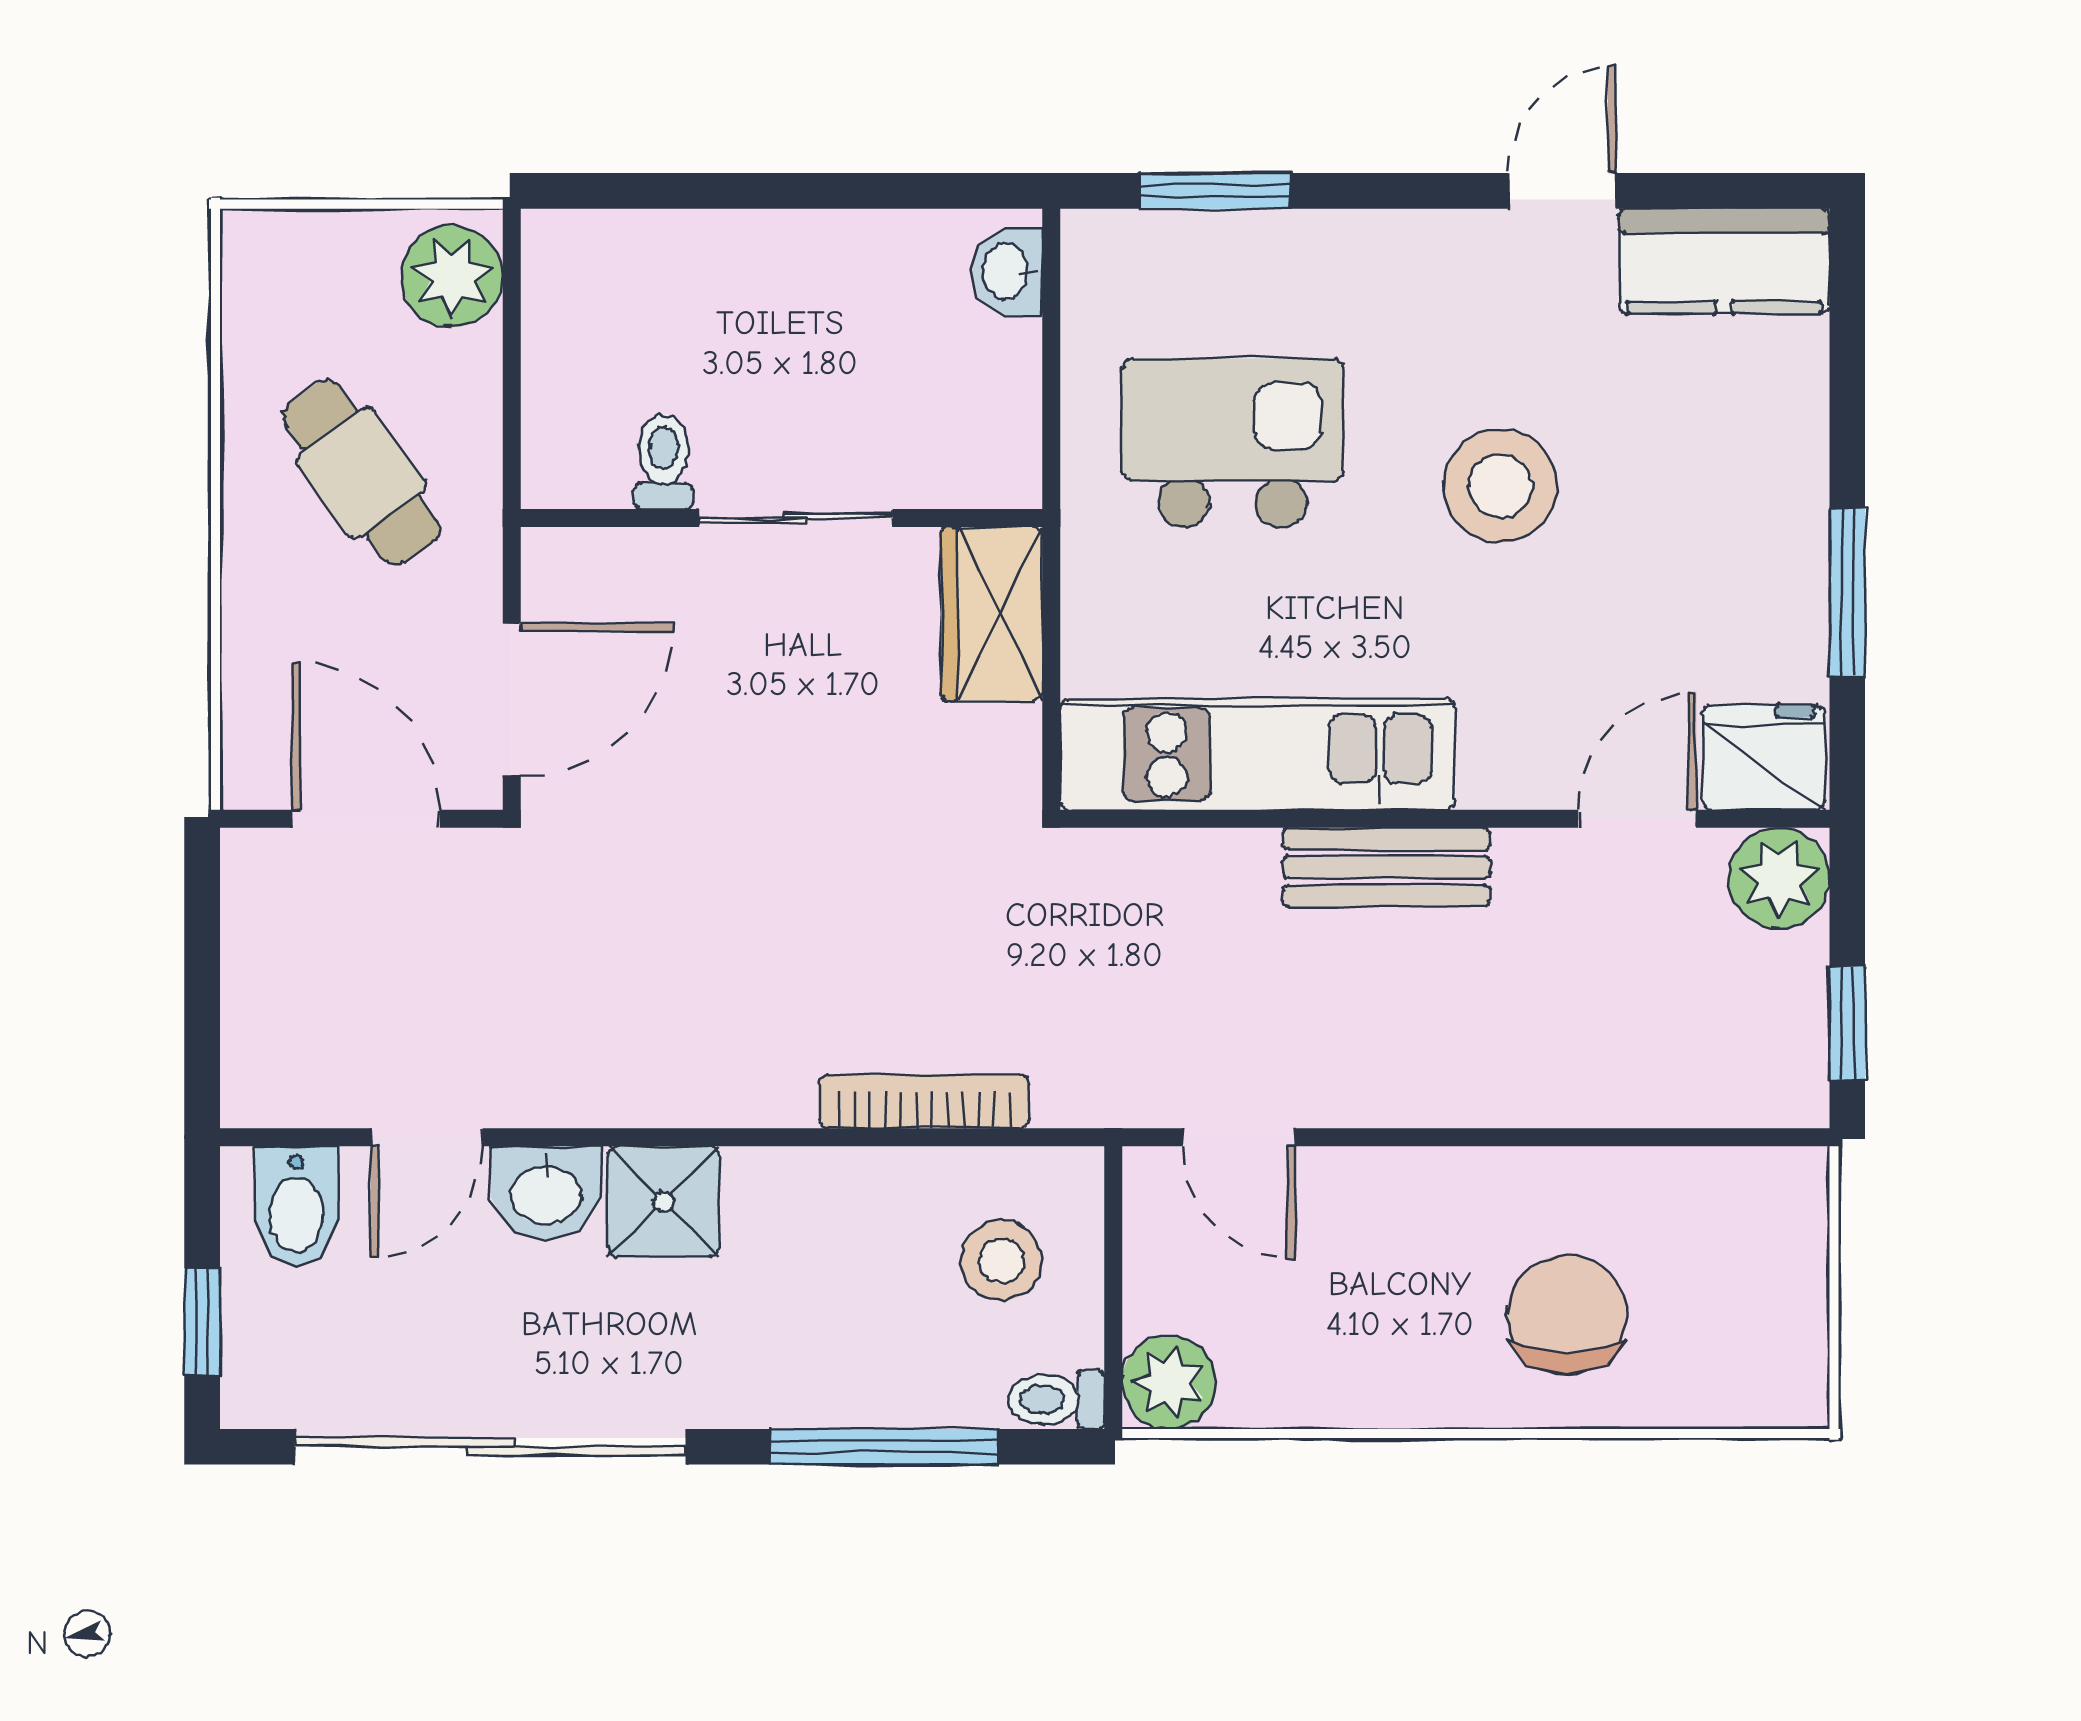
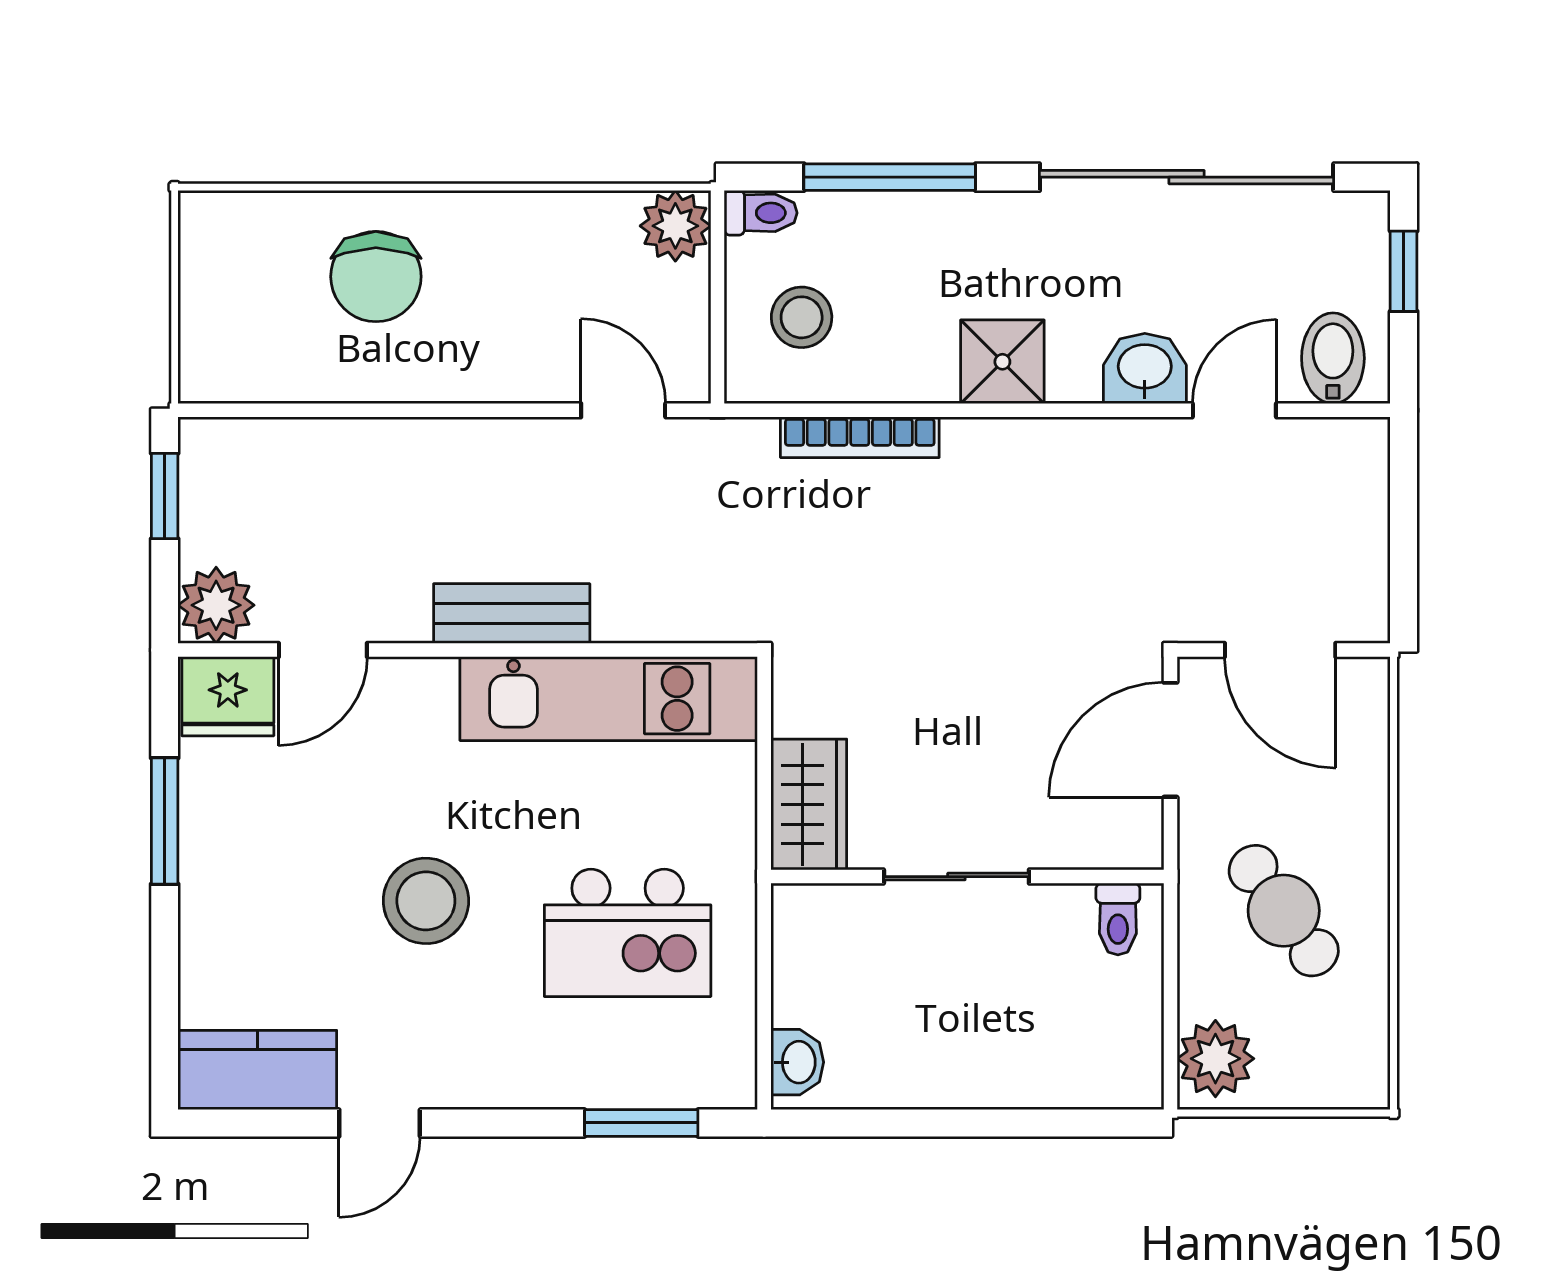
toilet: (663, 462) -> (1118, 919), moved
shower: (663, 1202) -> (1002, 362), moved

